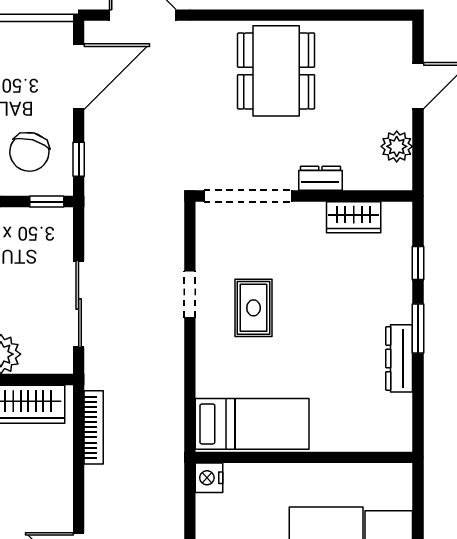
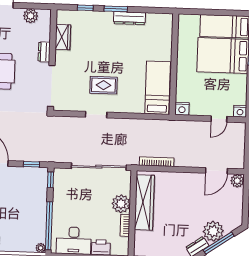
chair: (29, 152) -> (27, 187), removed
sliding door: (79, 304) -> (99, 167), width x1.36

